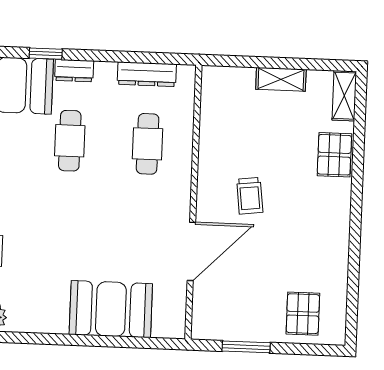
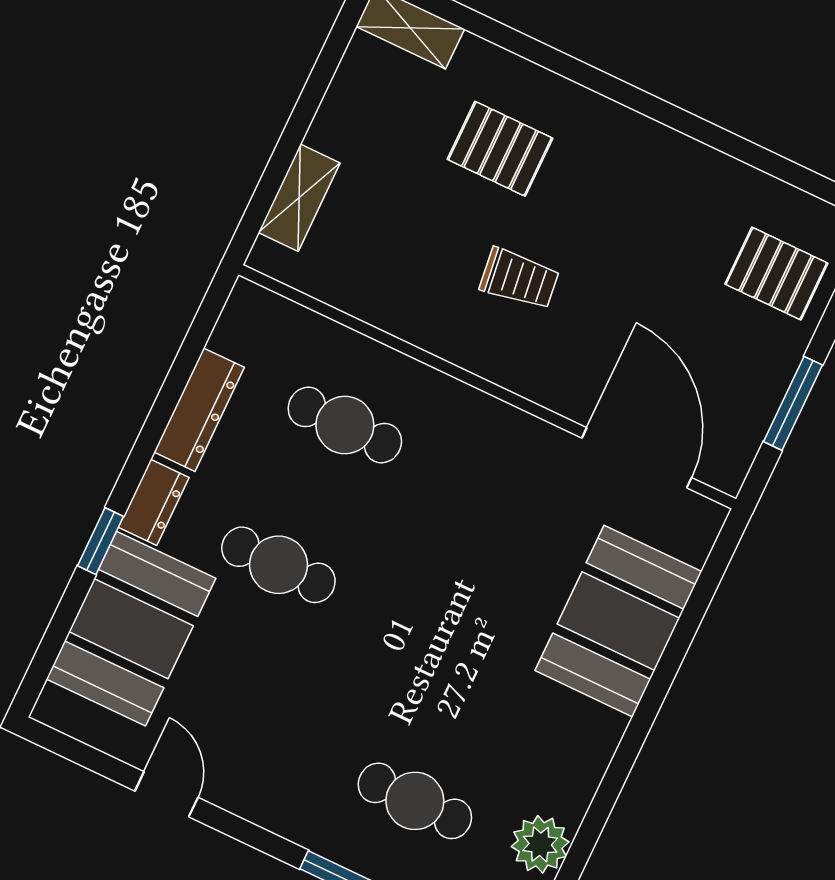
dresser: (147, 74) -> (199, 410), moved
shelving: (281, 79) -> (299, 198), moved
pallet: (334, 155) -> (500, 149), moved
door: (191, 251) -> (637, 458), moved

